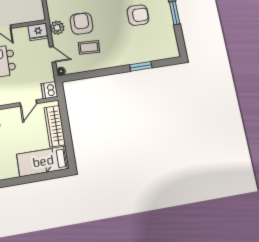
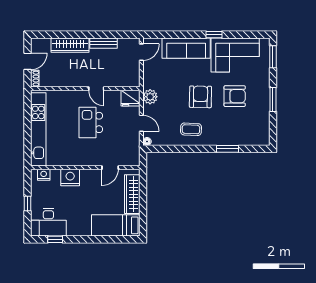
armchair: (82, 24) -> (200, 97), moved
coffee table: (89, 47) -> (191, 129), moved
dishwasher: (49, 90) -> (133, 158), removed

